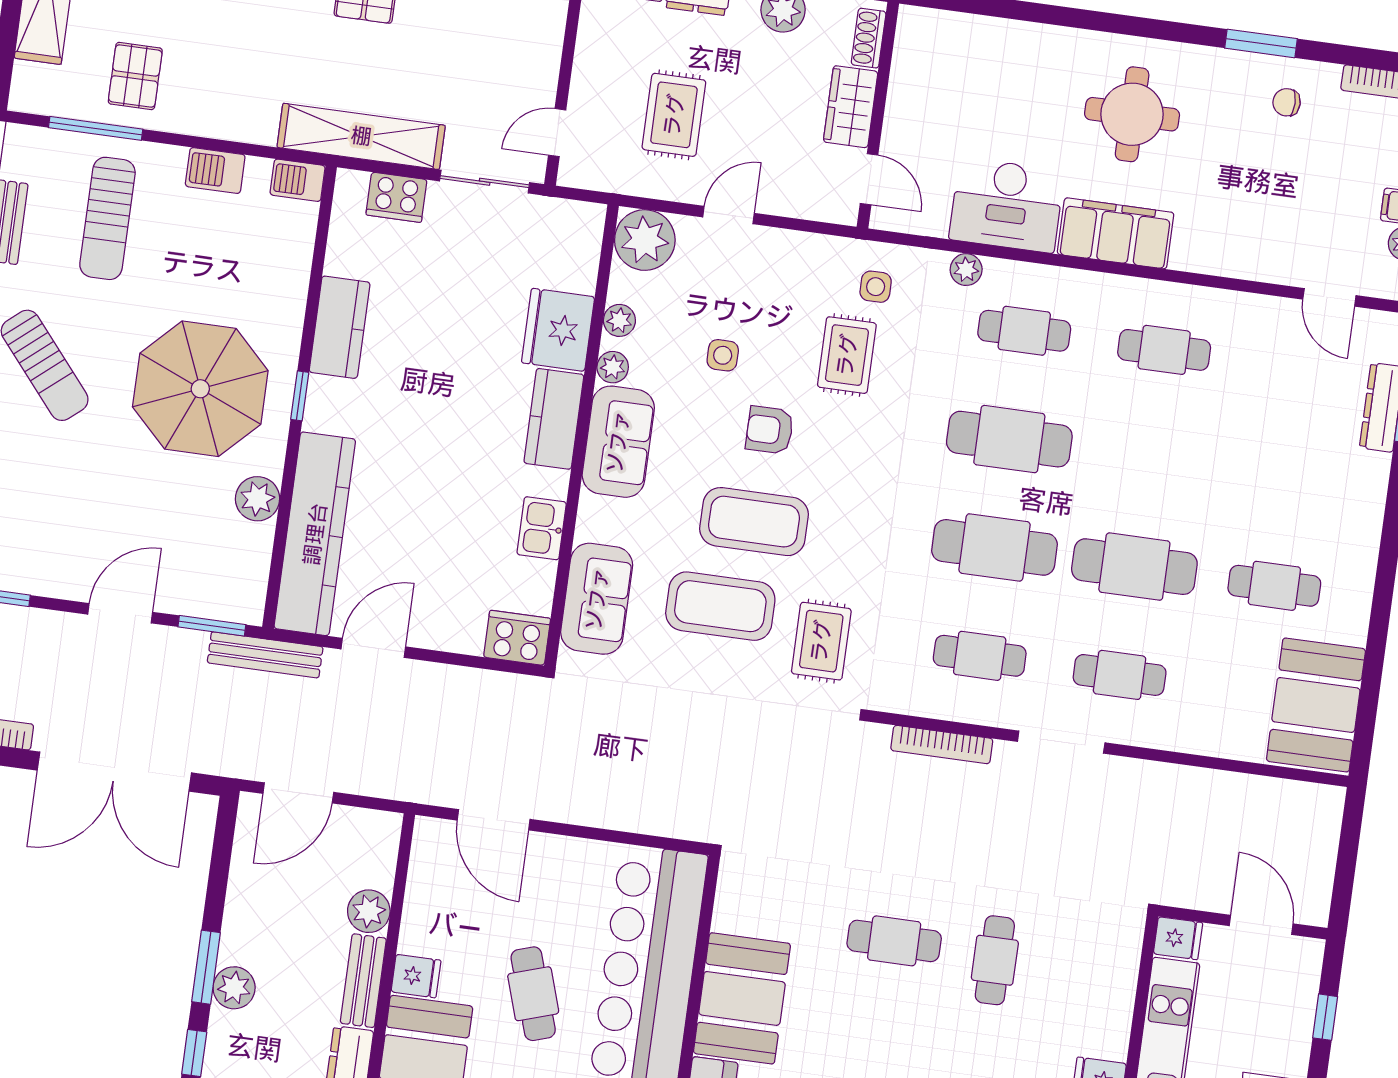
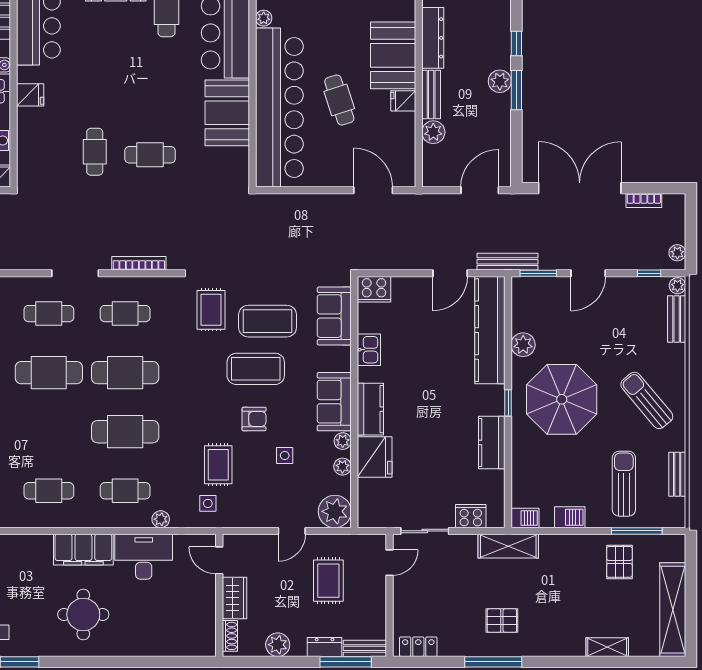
shelving: (361, 136) -> (508, 546), width x0.68

